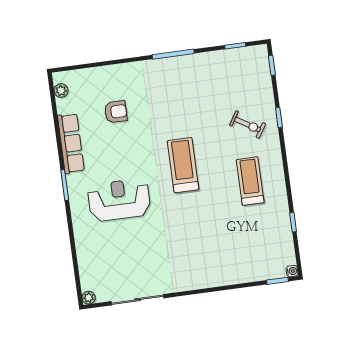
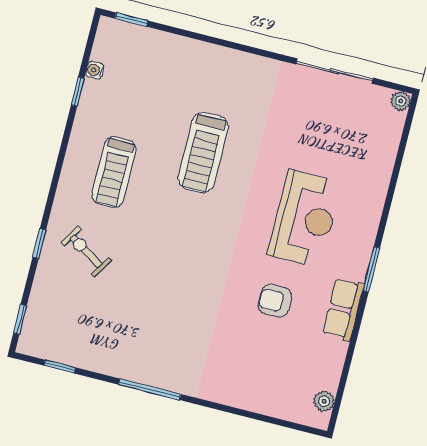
armchair: (116, 112) -> (275, 301), moved
row of seats: (71, 143) -> (343, 309), width x0.68
treadmill: (183, 165) -> (203, 153), moved
reception desk: (119, 200) -> (305, 219), turned -90
water cooler: (292, 271) -> (95, 70), moved

